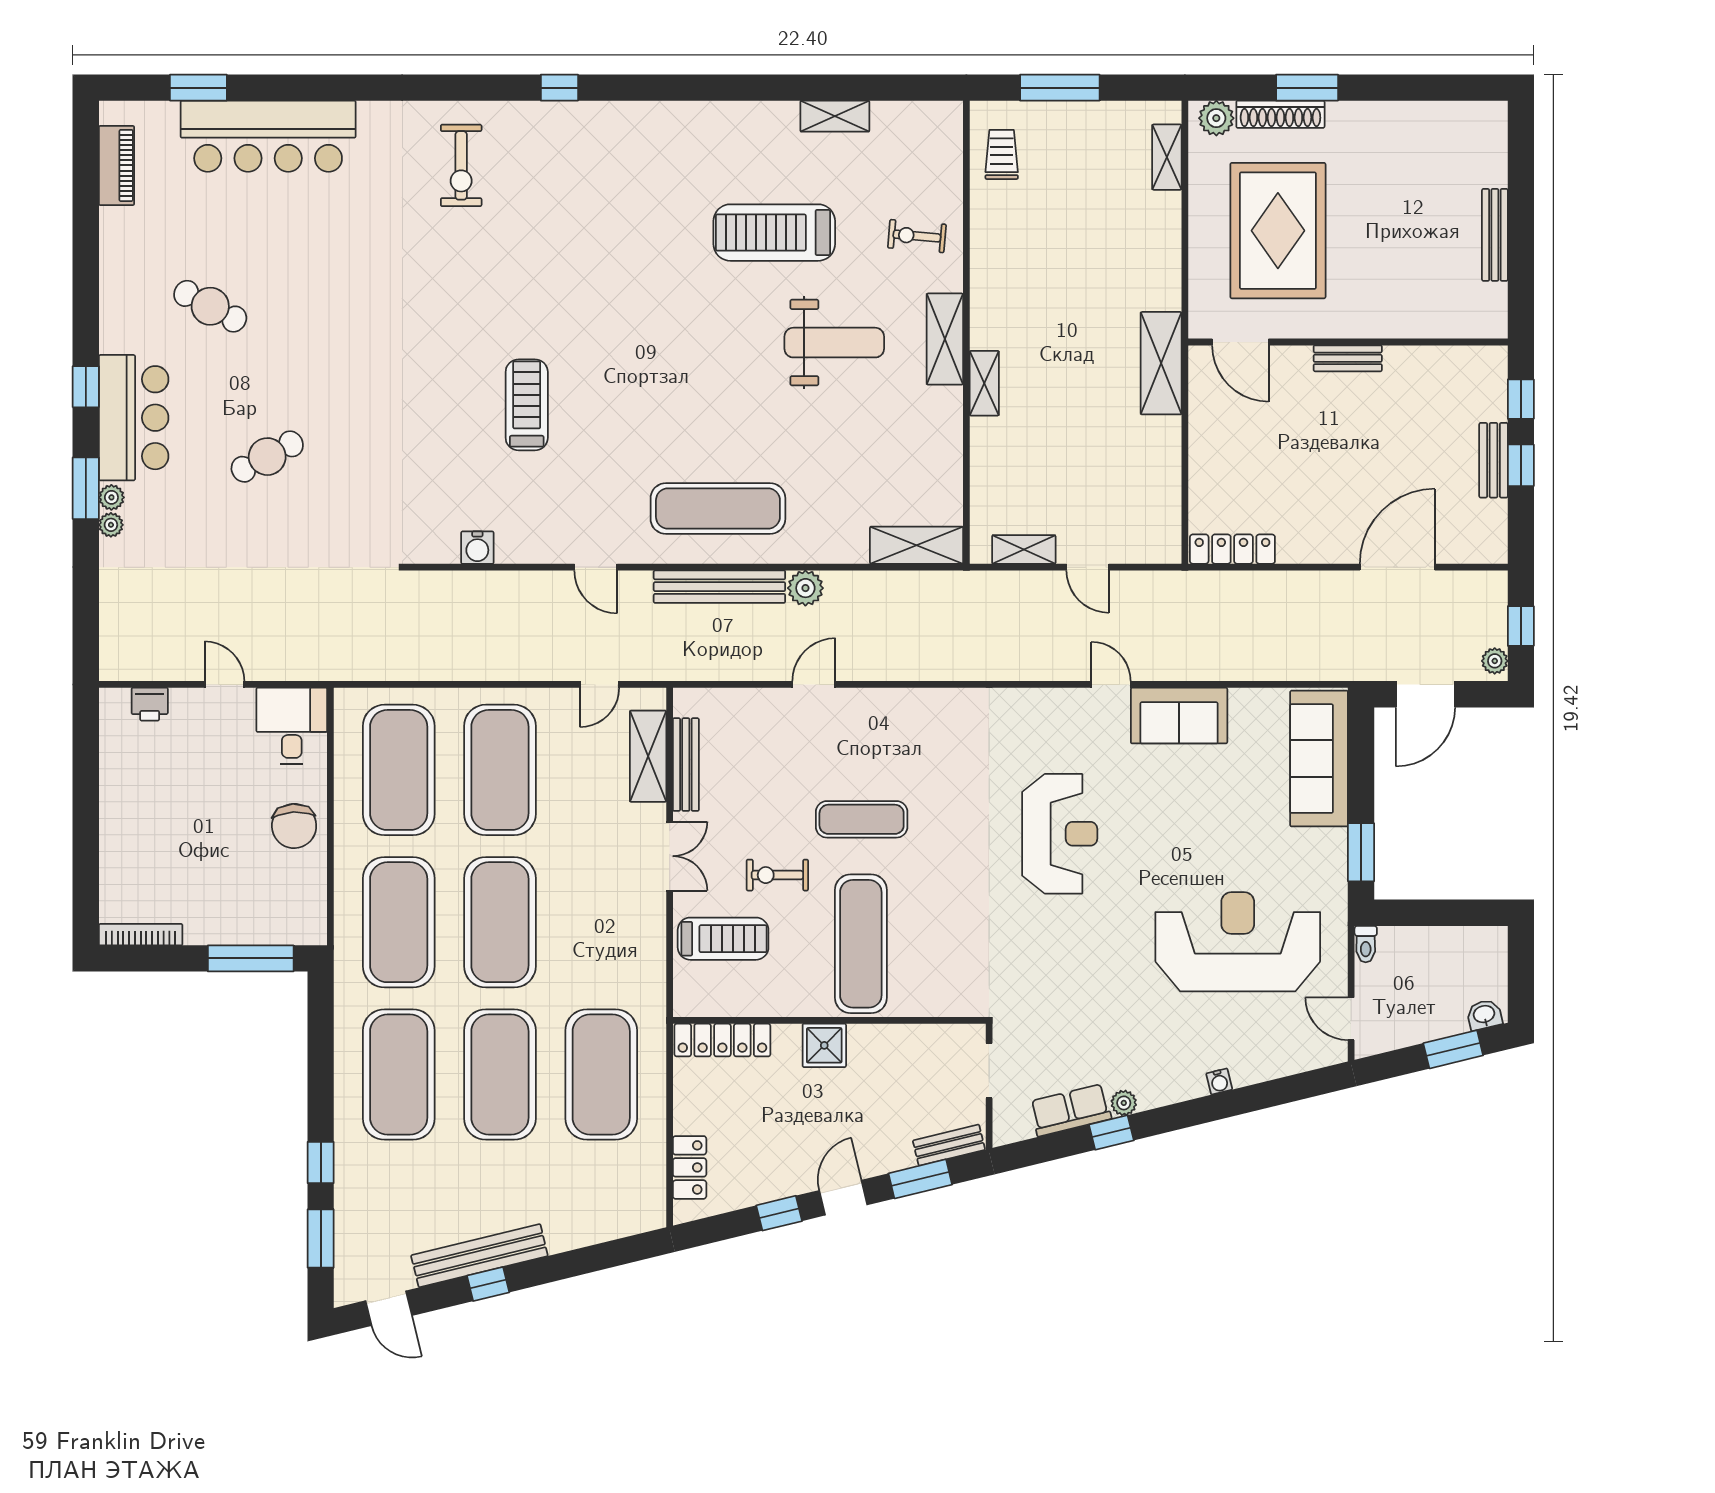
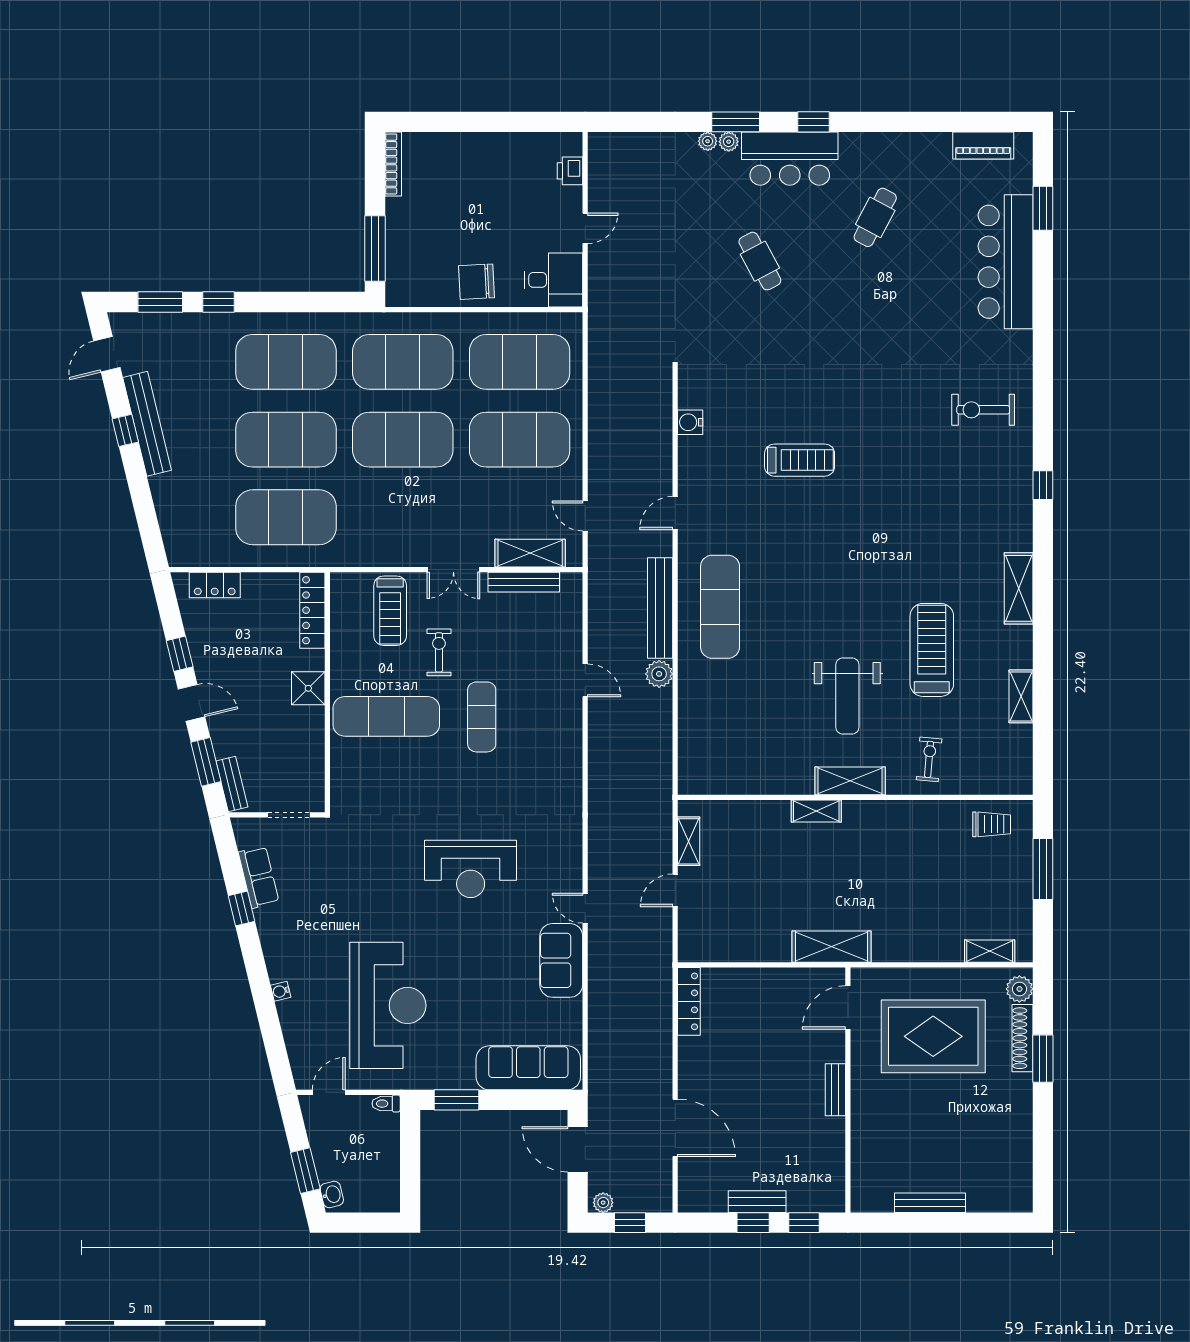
shelving: (917, 545) -> (1019, 588), moved
door: (1111, 684) -> (585, 908), swing flipped
plant: (1124, 1103) -> (264, 918), removed

